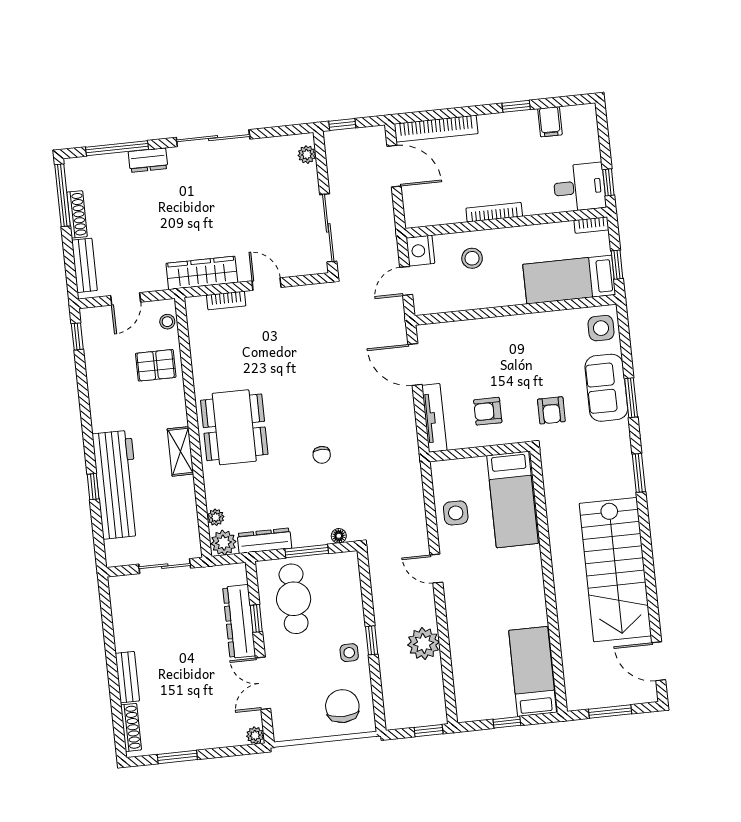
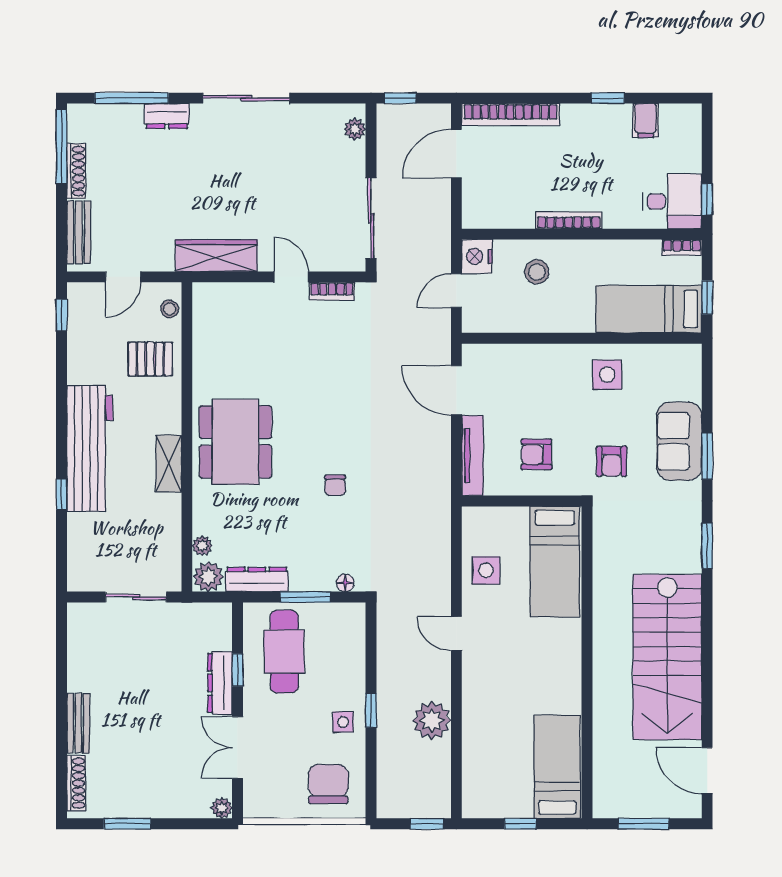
door: (394, 166) -> (456, 154), swing flipped
bookcase: (226, 300) -> (332, 291), moved
side table: (601, 328) -> (607, 375), moved
workbench: (117, 485) -> (90, 448), moved
dresser: (239, 621) -> (220, 683), width x0.73, depth x0.80

